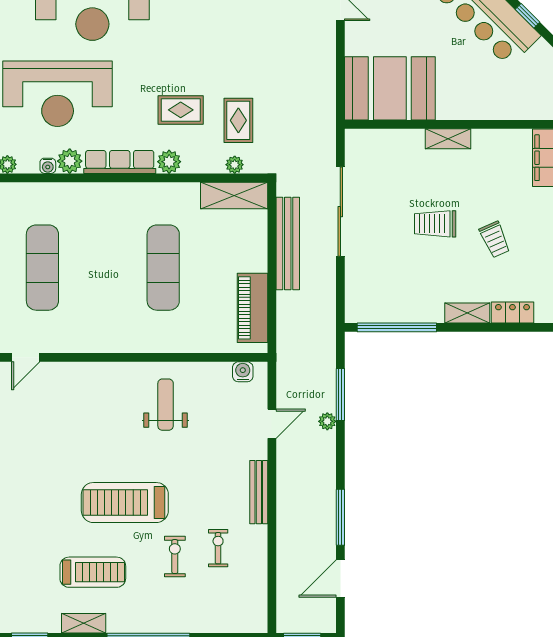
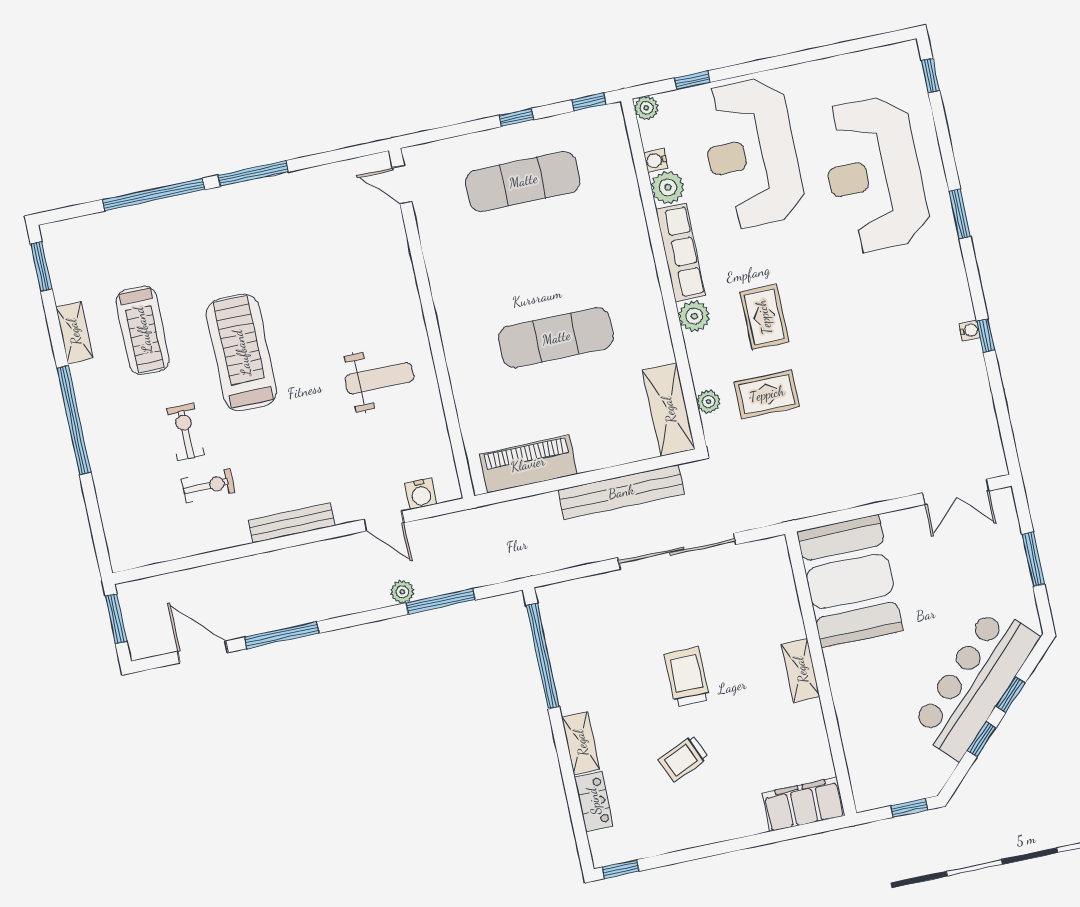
water cooler: (243, 372) -> (421, 494), moved, turned 90
exercise bike: (175, 557) -> (185, 432), turned -90

